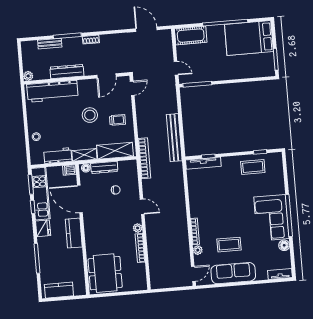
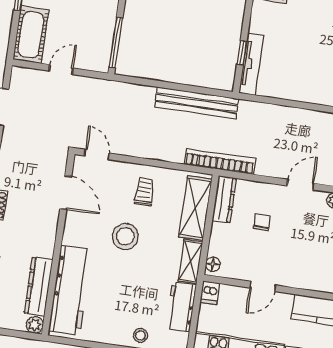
door: (176, 68) -> (61, 69), moved
dresser: (67, 72) -> (39, 286), moved
dresser: (104, 167) -> (224, 199), moved
door: (80, 199) -> (263, 286), width x0.53

